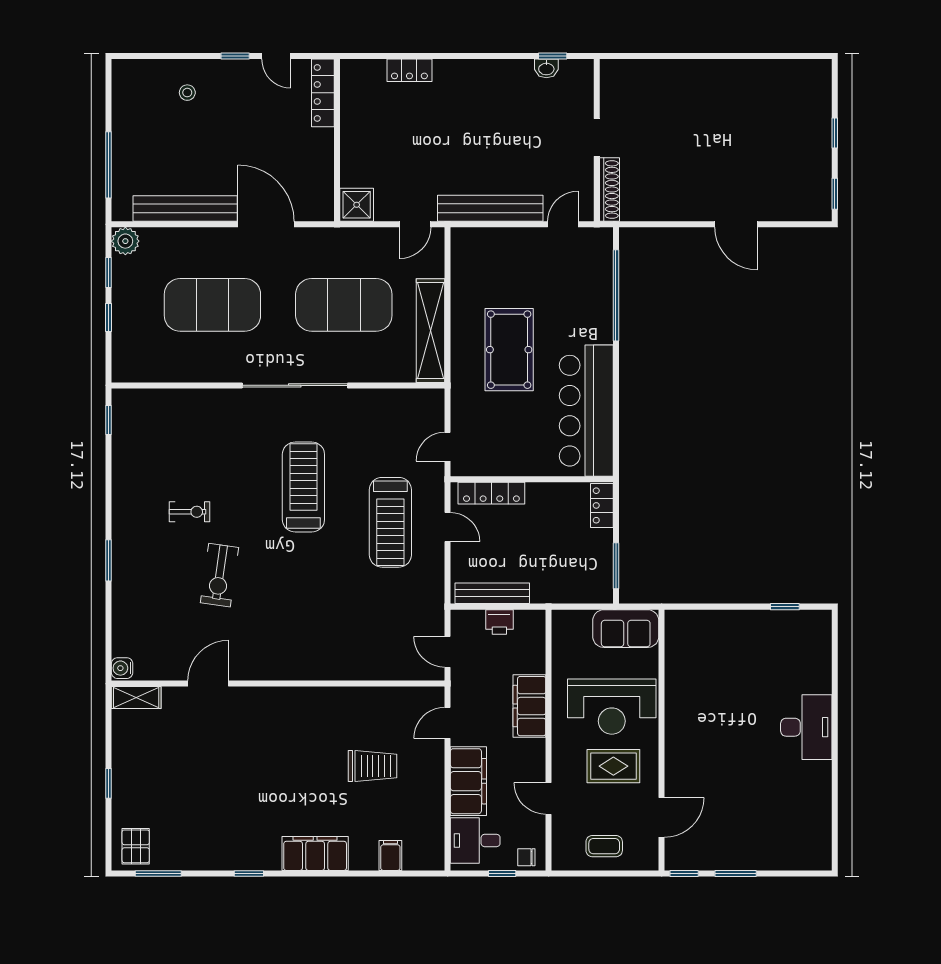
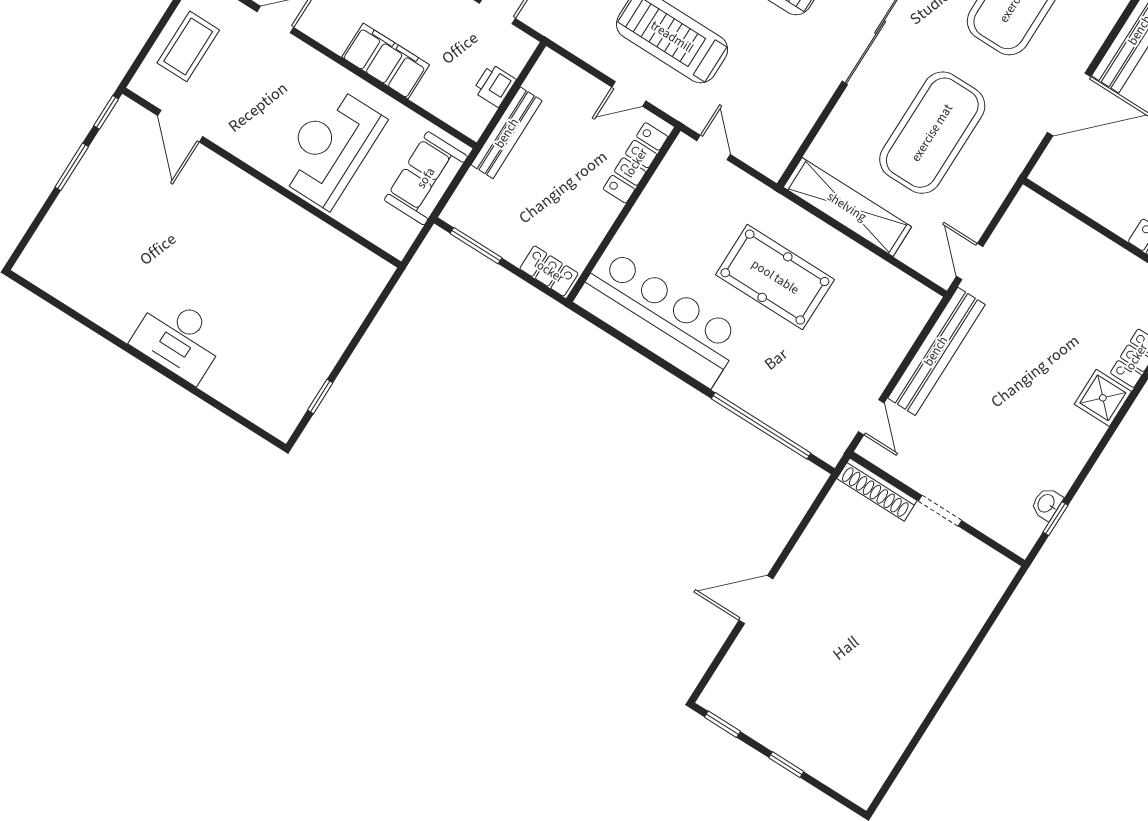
shower: (357, 205) -> (1103, 398), moved
bench: (492, 593) -> (507, 133), moved
sofa: (626, 629) -> (426, 178), moved
rug: (613, 766) -> (266, 109), removed
coffee table: (604, 846) -> (188, 46), width x1.36, depth x1.30

